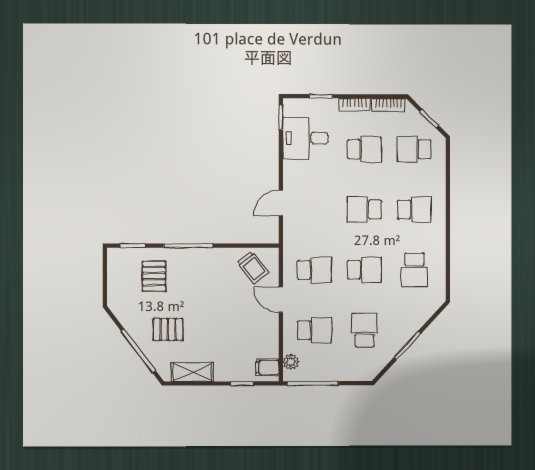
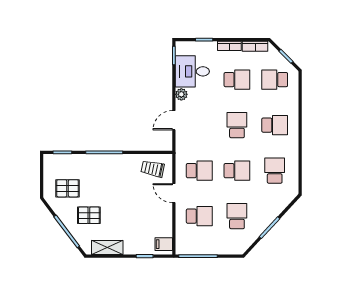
school desk: (364, 210) -> (237, 125), turned 90
trolley: (253, 267) -> (153, 169), turned 141
school desk: (414, 270) -> (275, 171), turned 180
pallet: (154, 276) -> (68, 188), moved, turned 90
plant: (291, 362) -> (181, 94), moved

